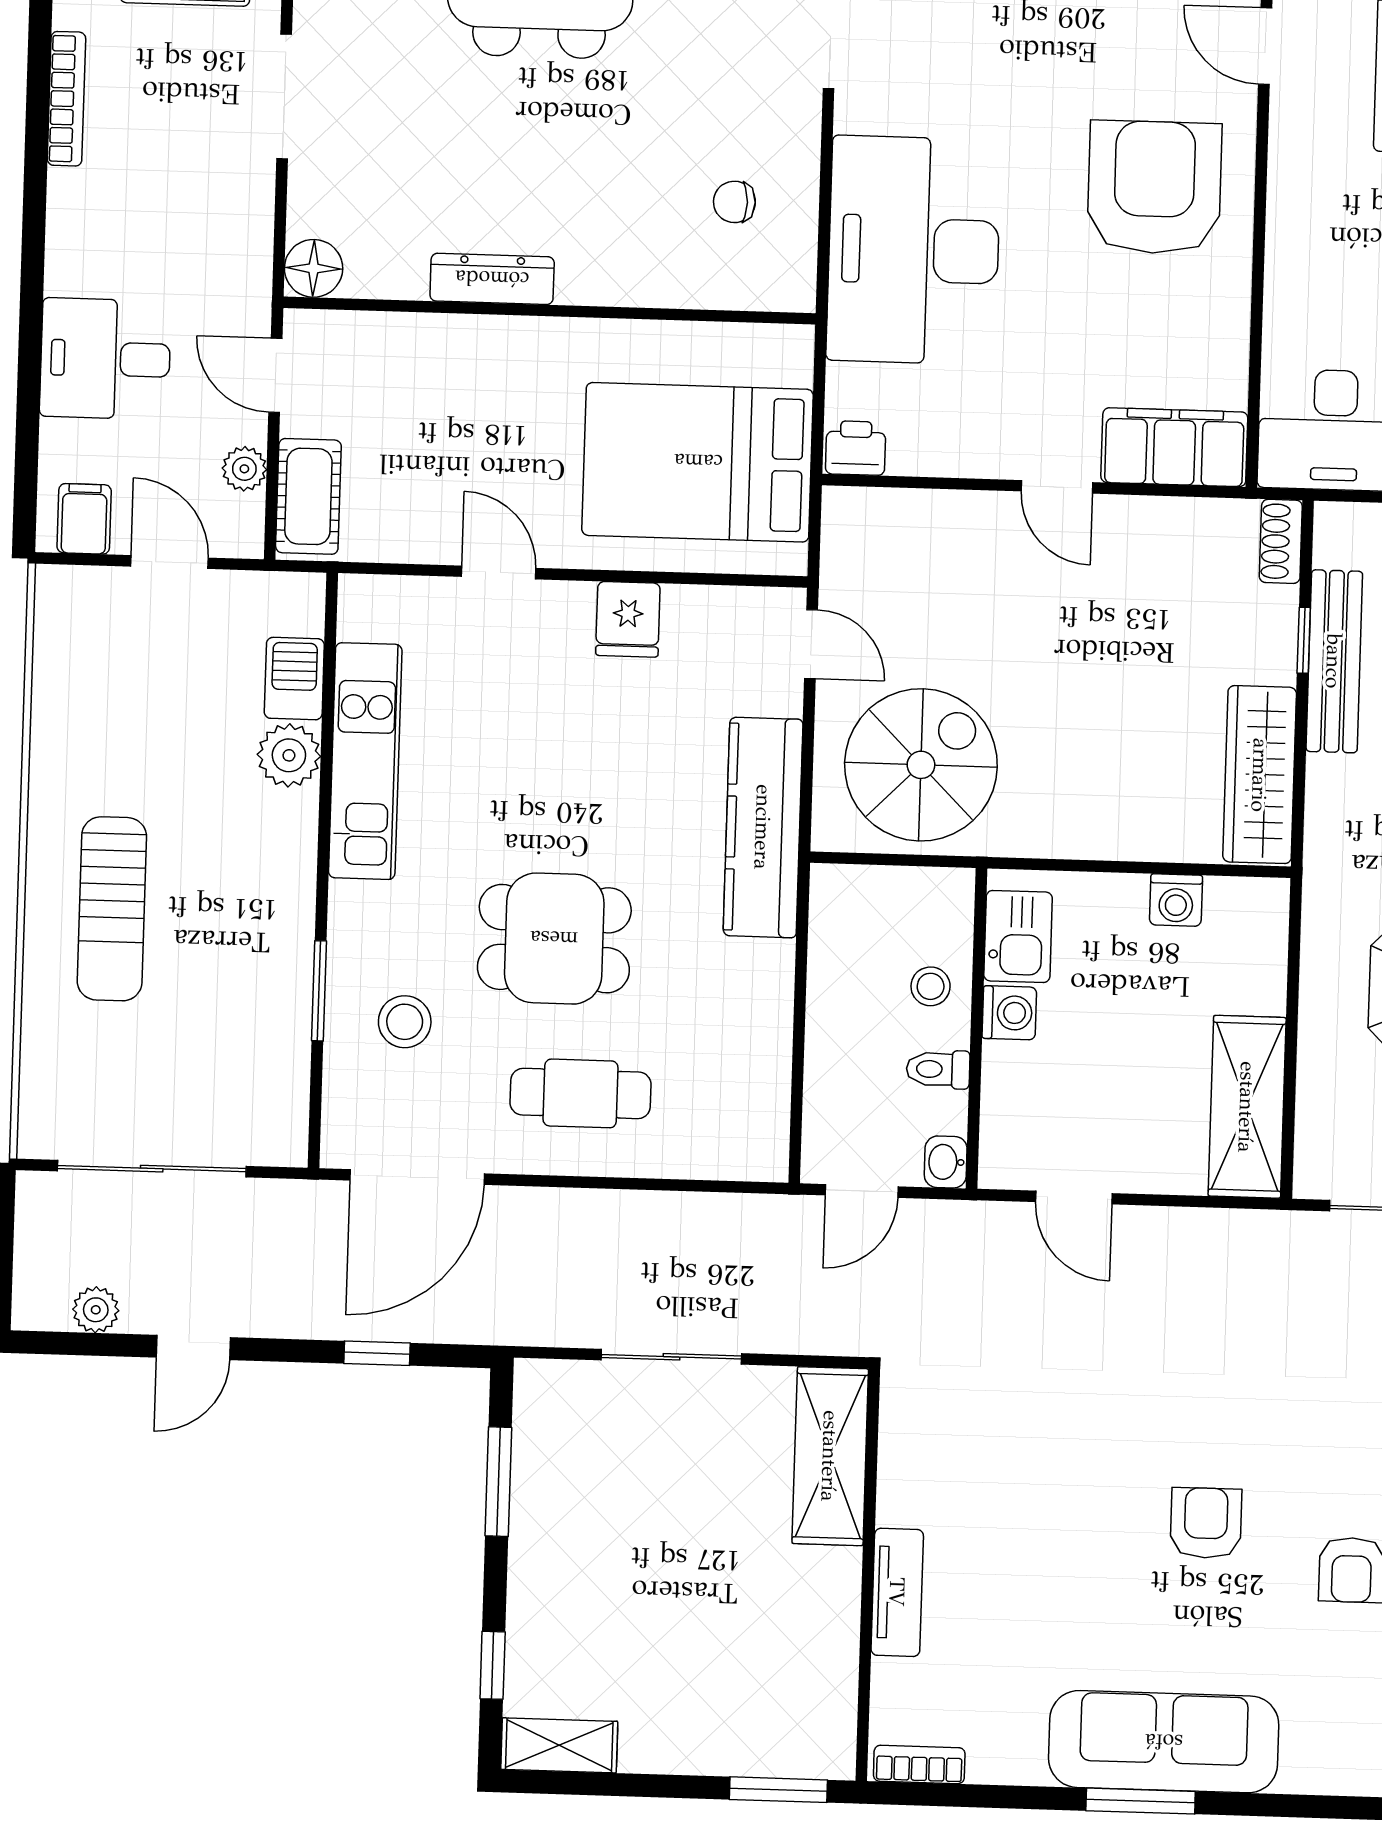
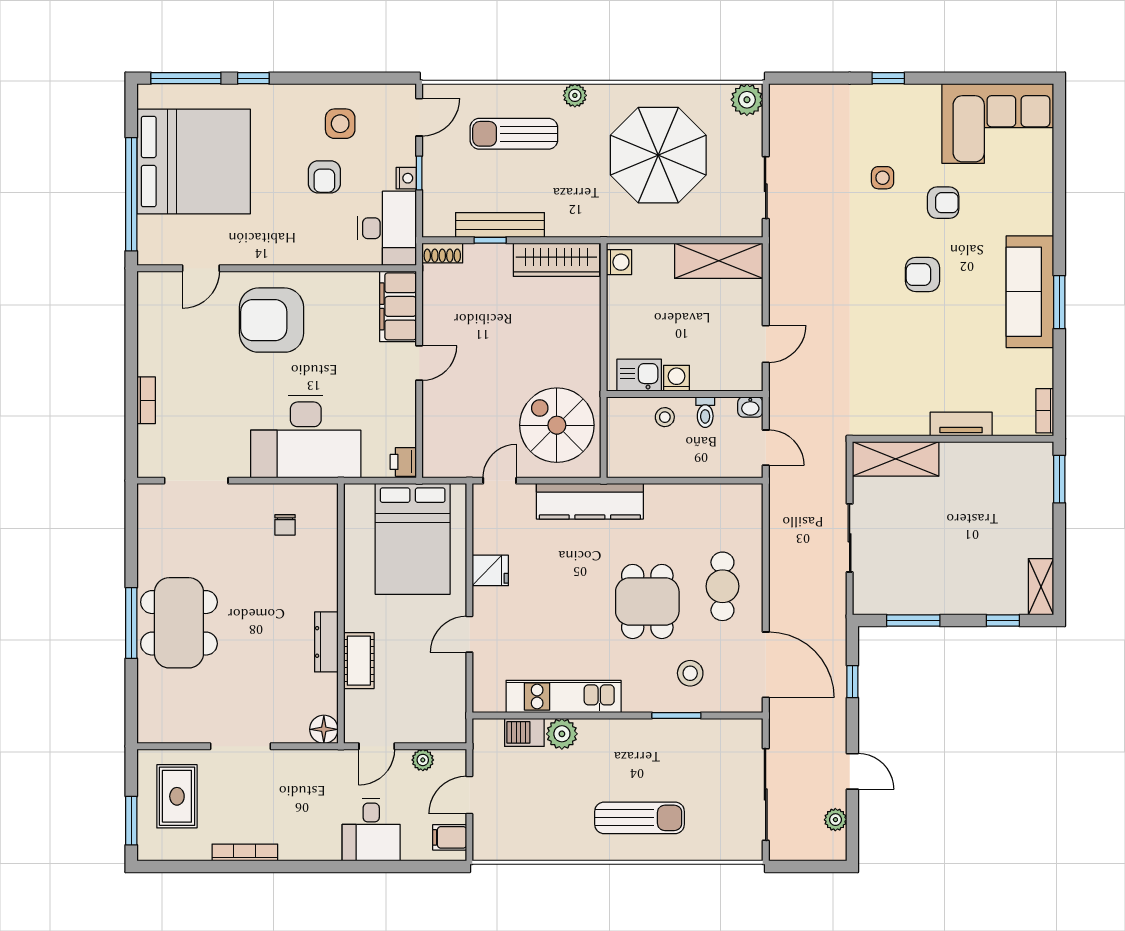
cot: (308, 496) -> (359, 661), moved, turned 90
washing machine: (1176, 900) -> (619, 262), moved

